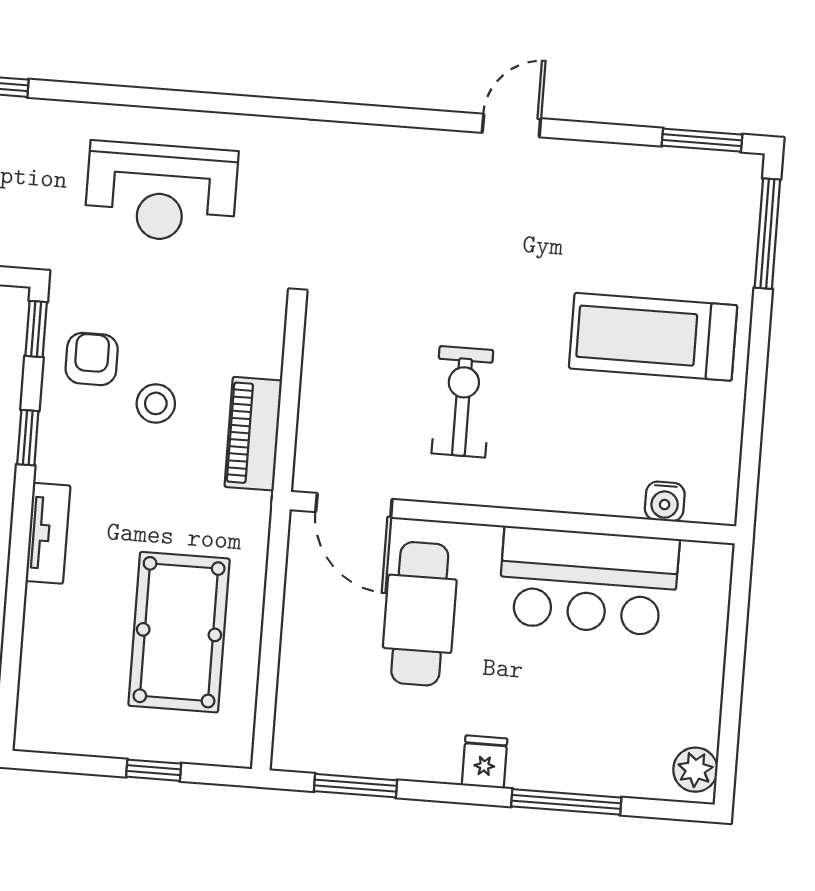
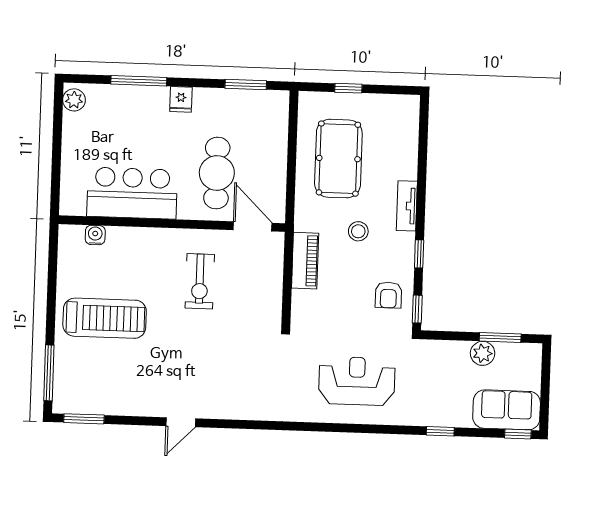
stool: (156, 403) -> (358, 231), moved

